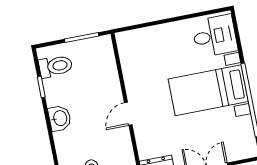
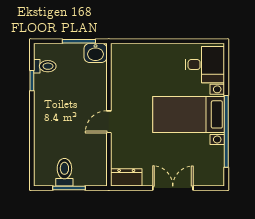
toilet: (56, 66) -> (45, 66), width x0.73, depth x0.72
washbasin: (60, 118) -> (96, 53), moved, turned 90

